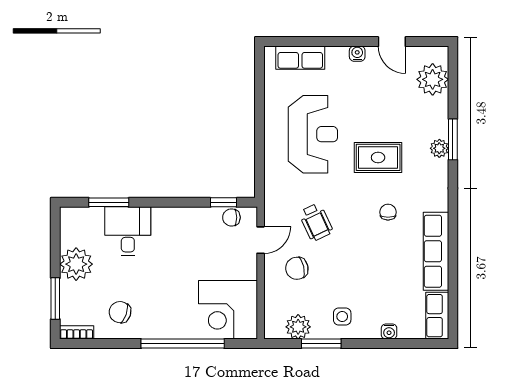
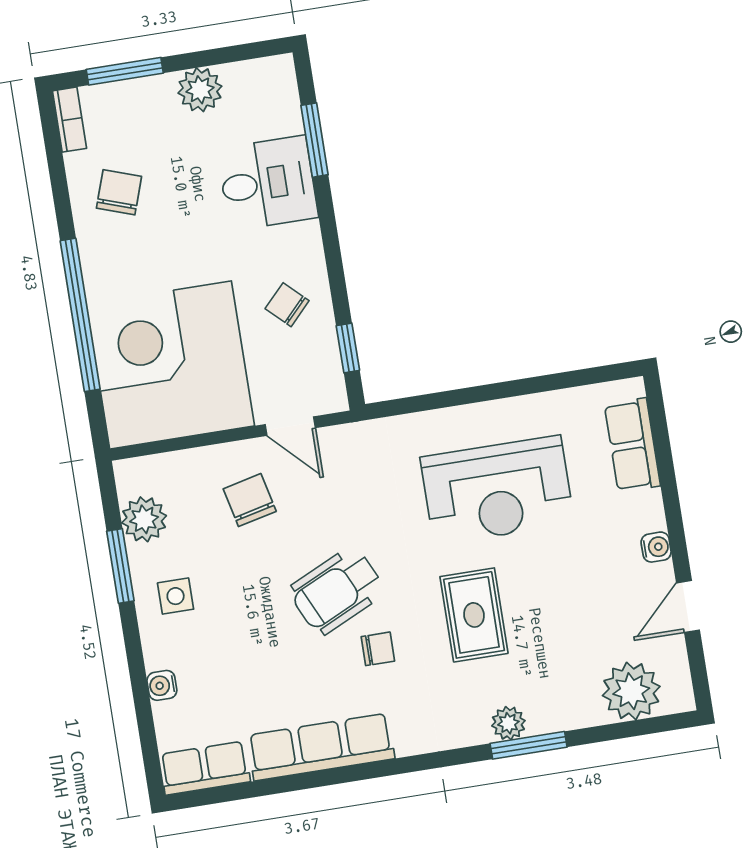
chair: (231, 217) -> (287, 305), moved, turned -46
wheelchair: (316, 222) -> (337, 591), moved, width x1.36, depth x1.37
plant: (76, 264) -> (200, 90), width x0.73, depth x0.73
corner desk: (228, 310) -> (171, 365), width x1.36, depth x1.36

